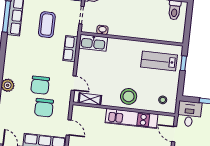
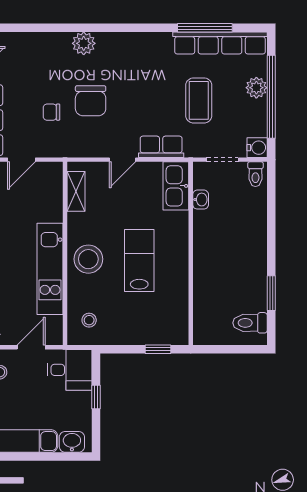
coffee table: (47, 25) -> (199, 100), turned 90
lab bench: (159, 61) -> (139, 261), moved
door: (74, 83) -> (122, 160), moved
chair: (40, 85) -> (91, 101), turned -90
chair: (44, 108) -> (51, 112), width x0.54, depth x0.54

